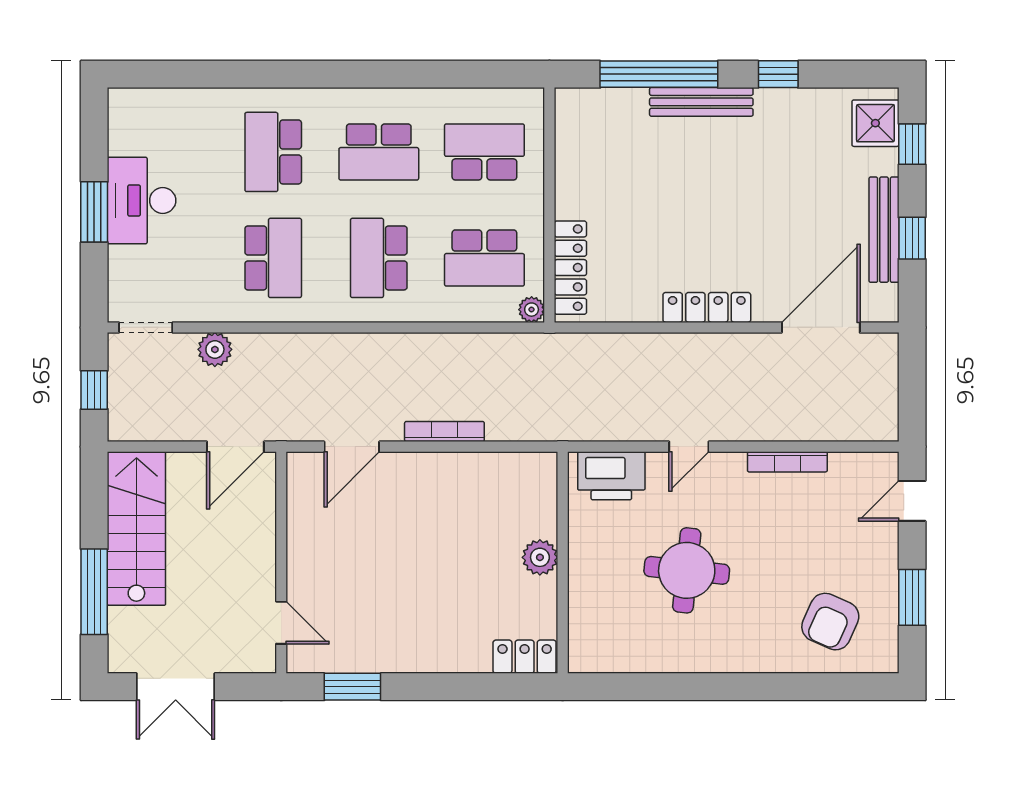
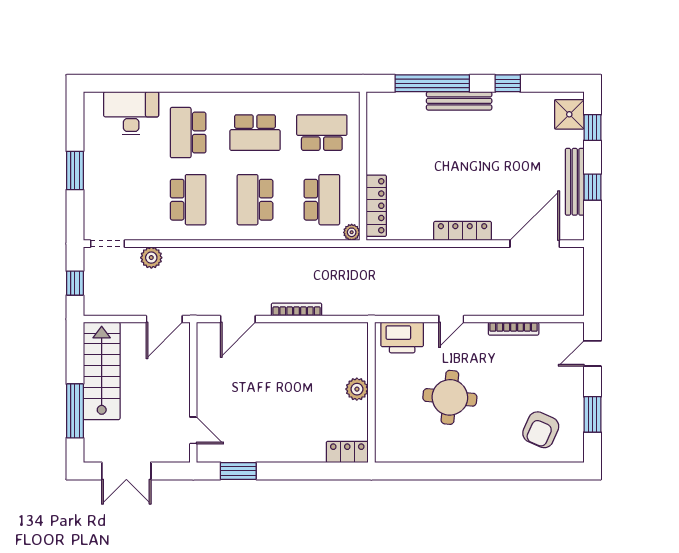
desk: (142, 201) -> (131, 113), moved, turned 90
school desk: (484, 258) -> (322, 200), turned -90

